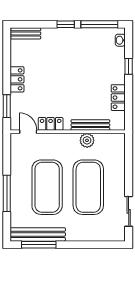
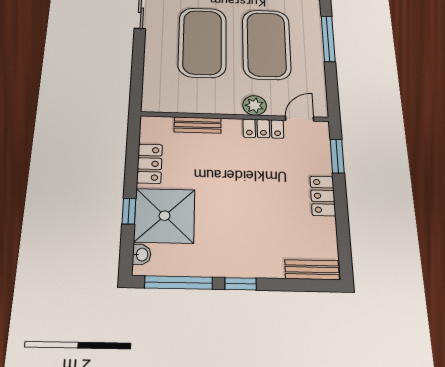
shower: (108, 64) -> (165, 216), added
bench: (90, 125) -> (198, 125), width x0.73
door: (28, 132) -> (300, 119), swing flipped
plant: (87, 140) -> (255, 105), moved

